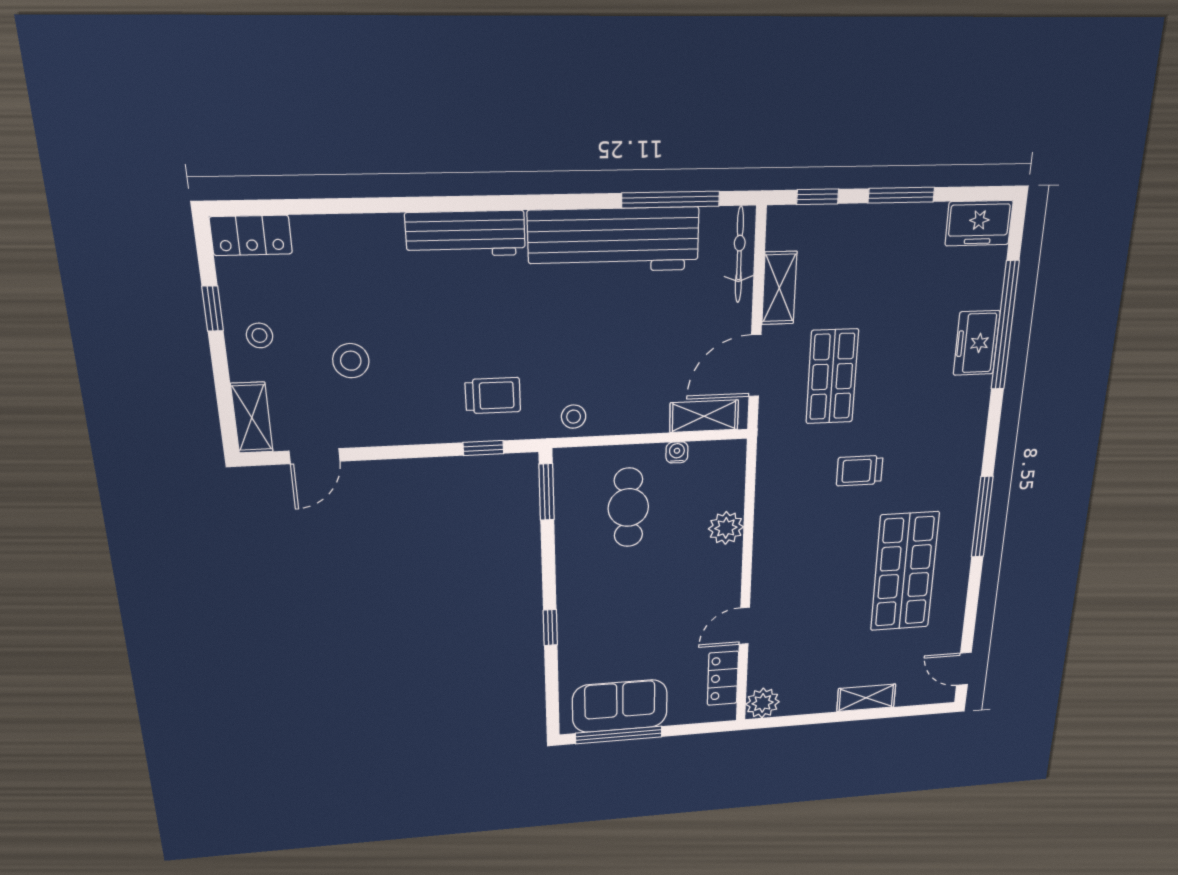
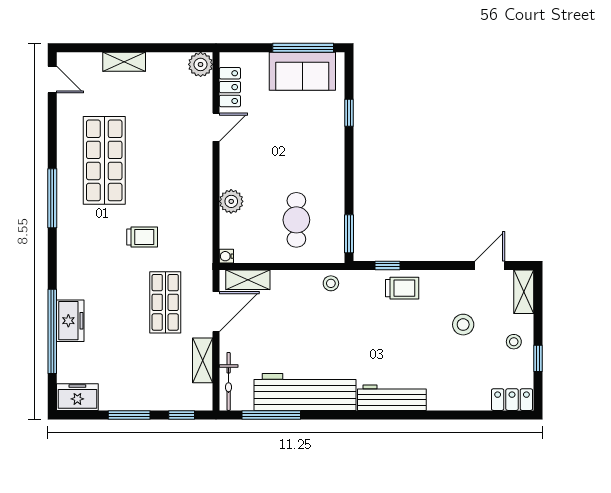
trolley: (493, 396) -> (402, 288), moved, turned 180
water cooler: (677, 452) -> (226, 256), moved, turned 90
window: (550, 628) -> (349, 113), moved

